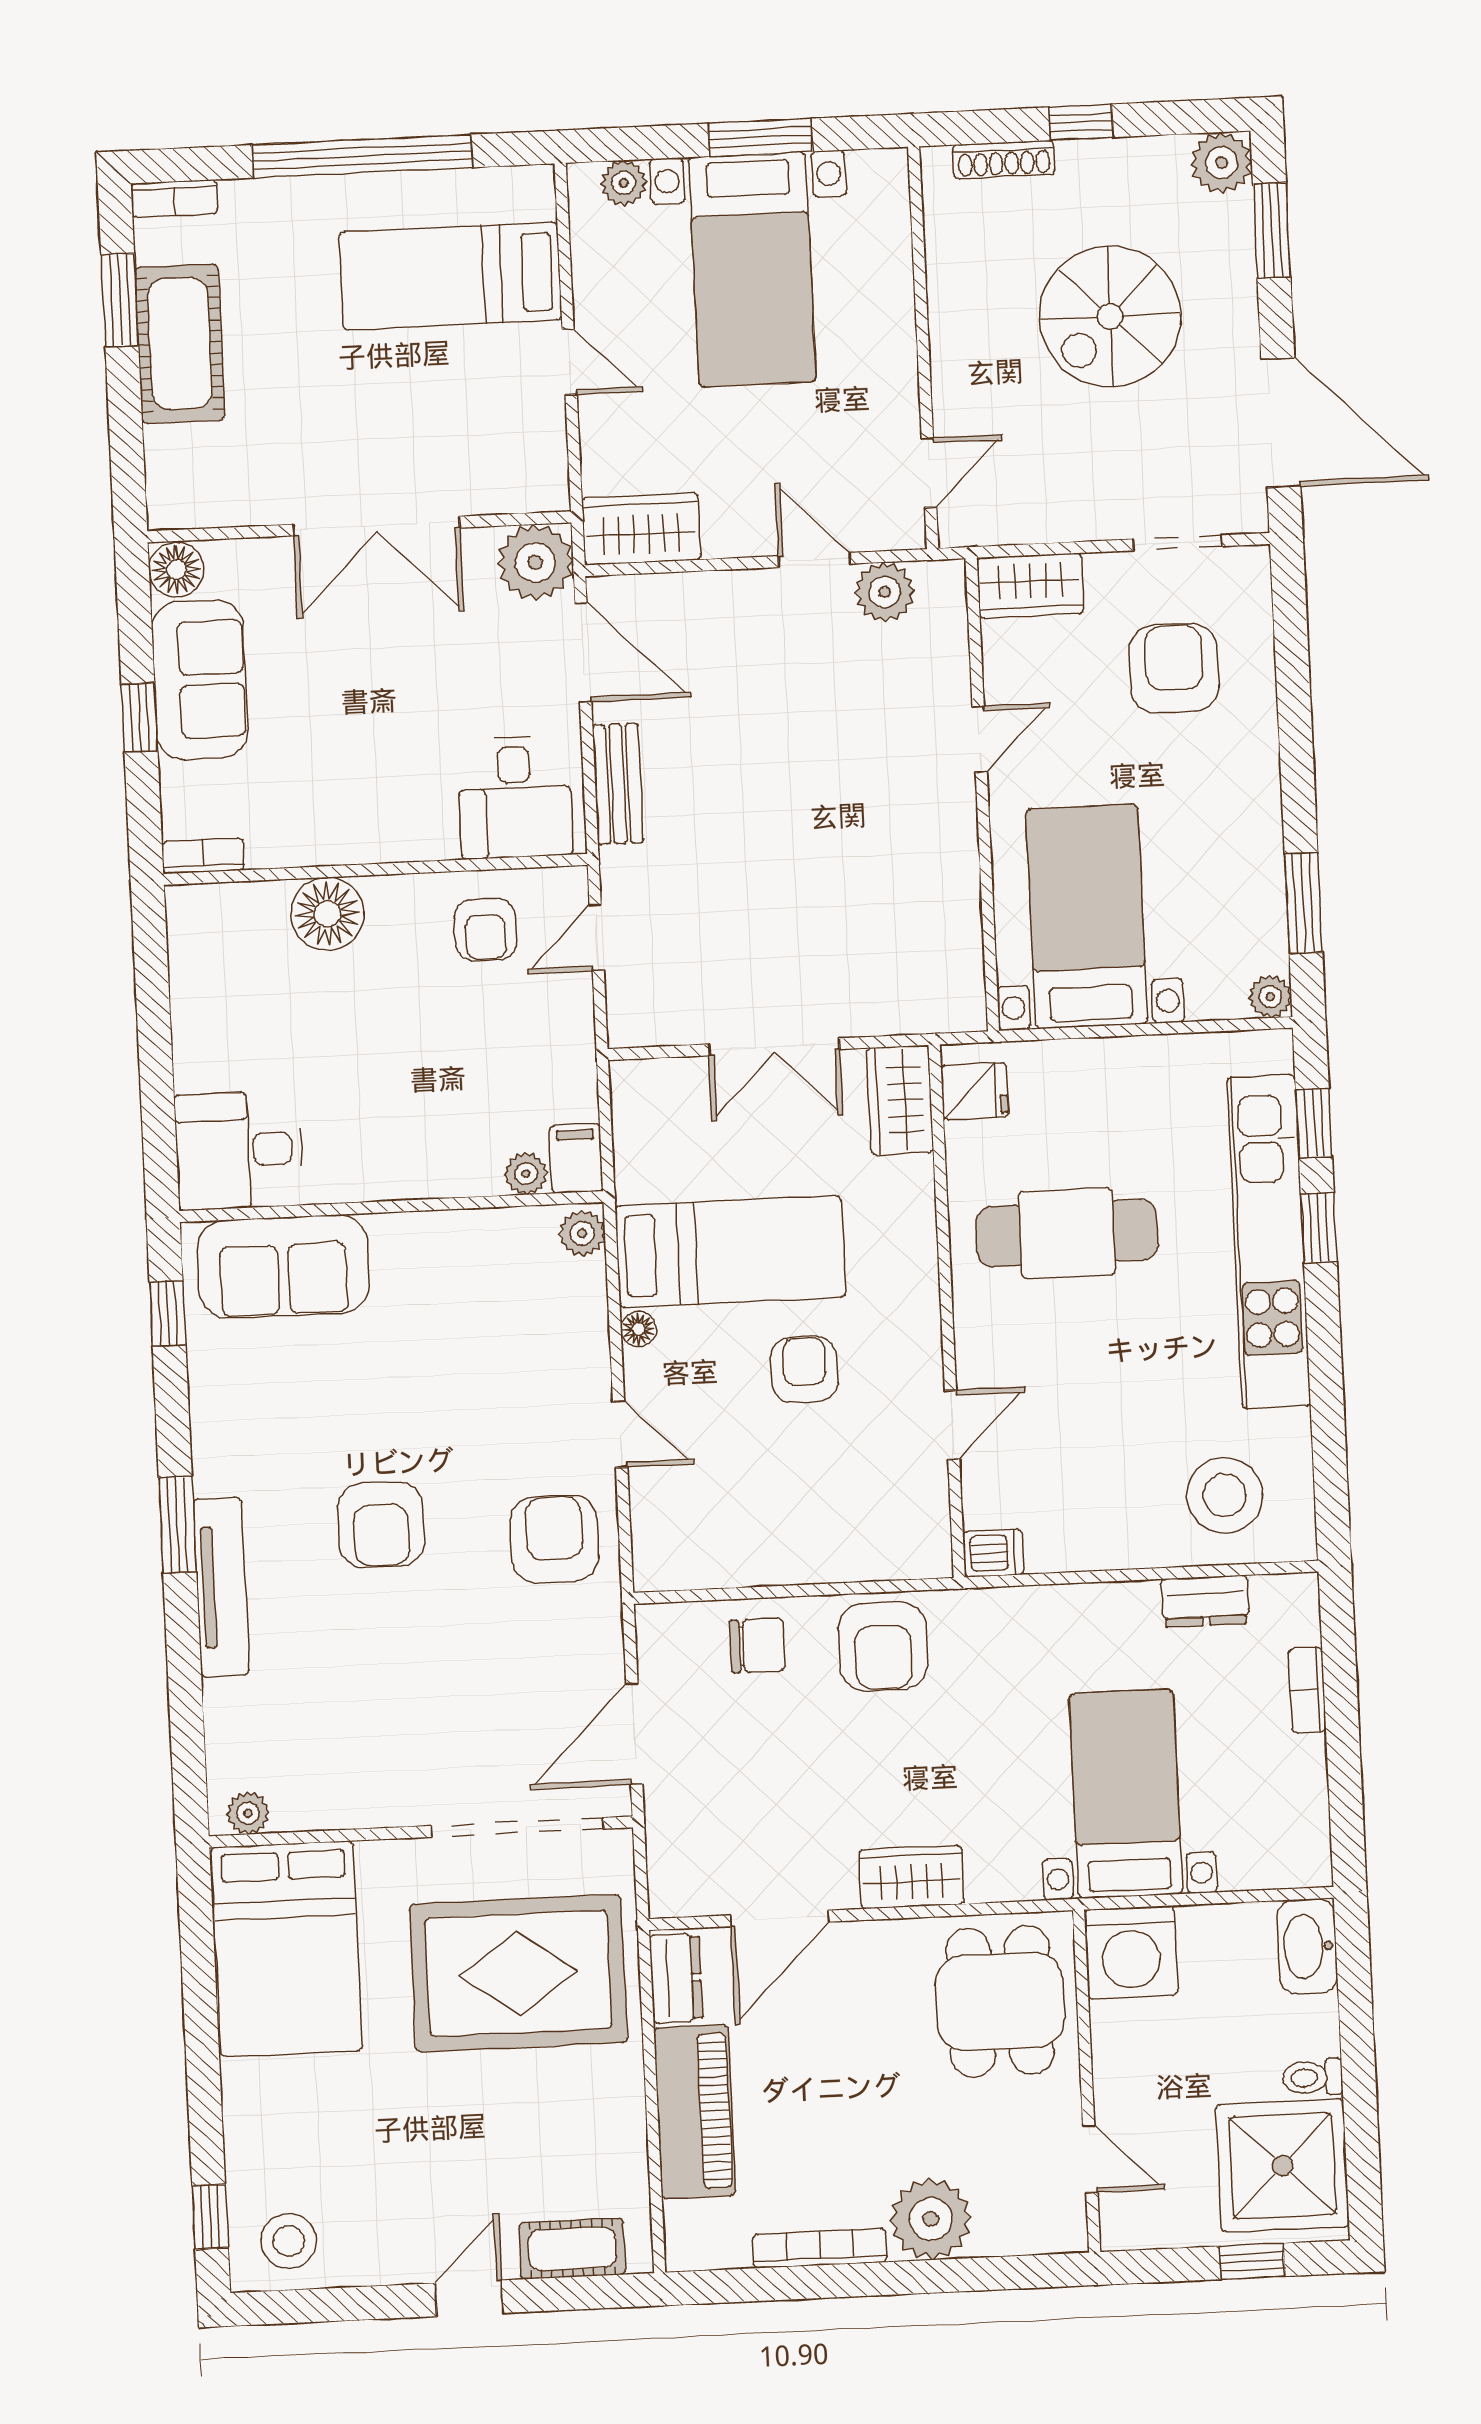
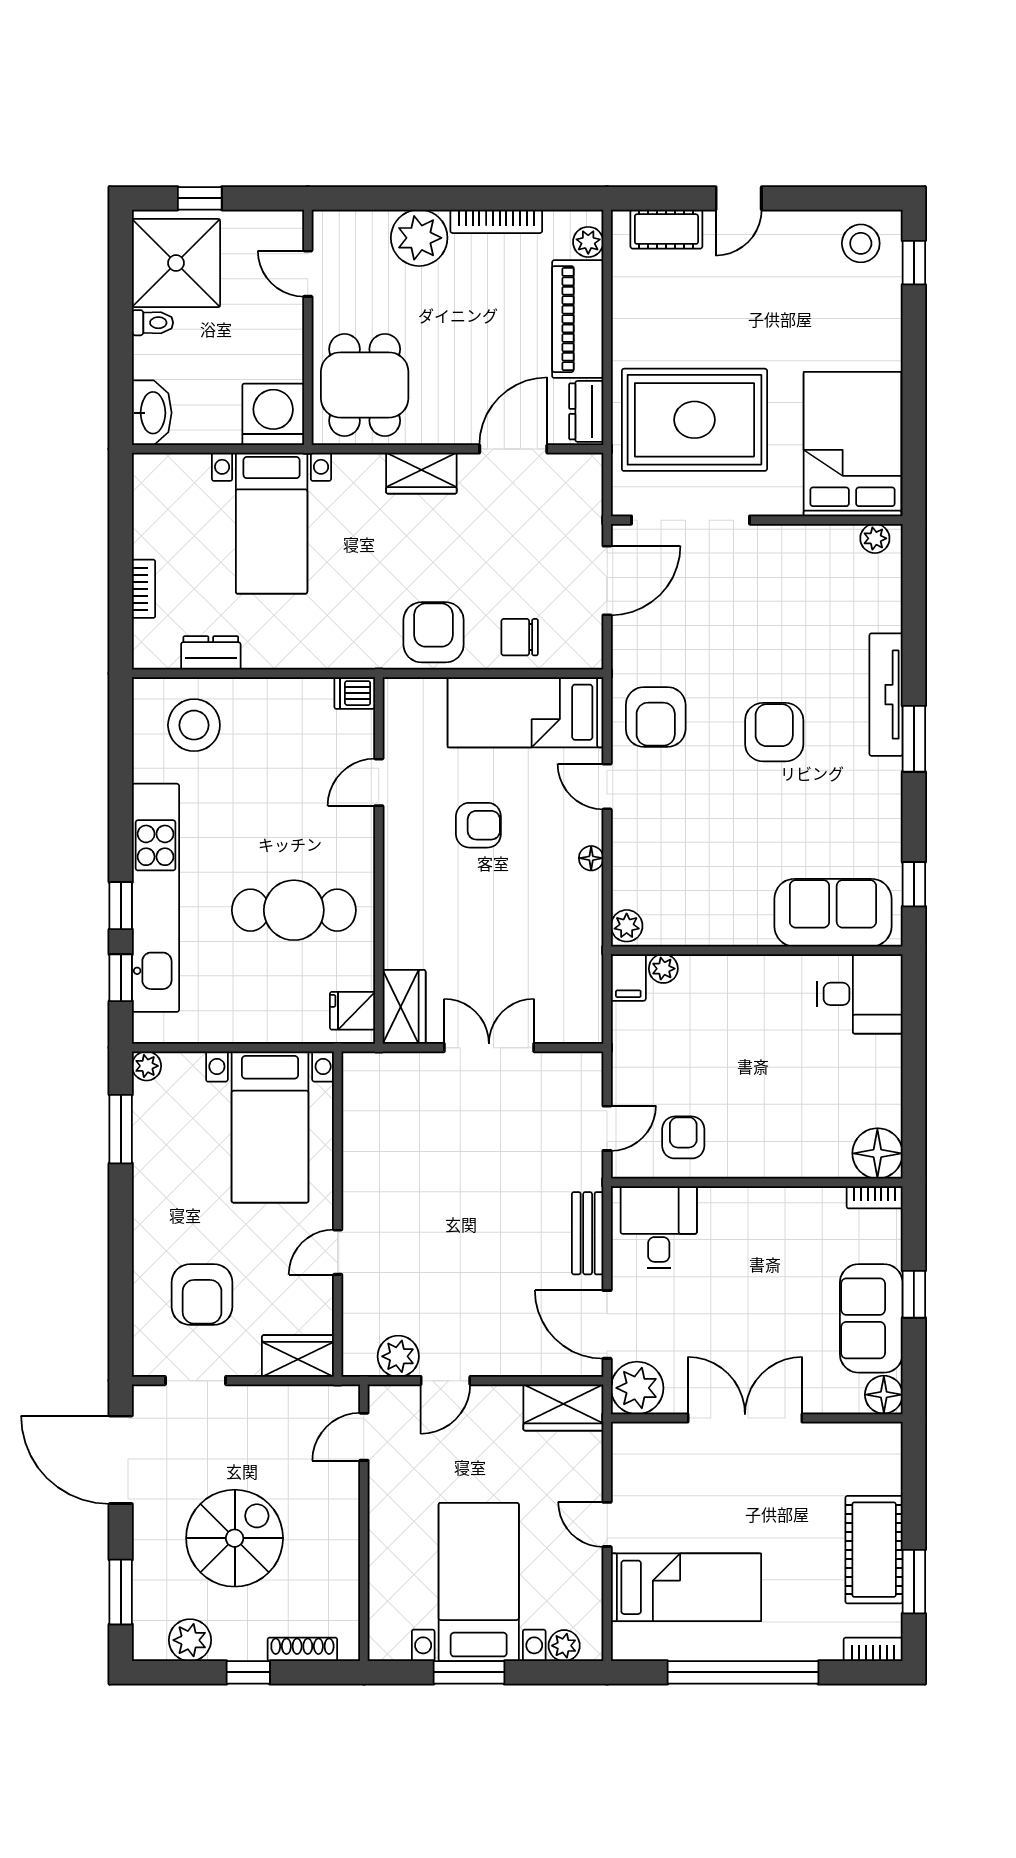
plant: (1222, 163) -> (190, 1640), moved
door: (814, 560) -> (445, 1381), hinge flipped
floor lamp: (327, 914) -> (877, 1153), moved
bed: (730, 1252) -> (526, 712), moved
armchair: (804, 1369) -> (478, 825), turned -90
plant: (685, 2224) -> (588, 242), added

